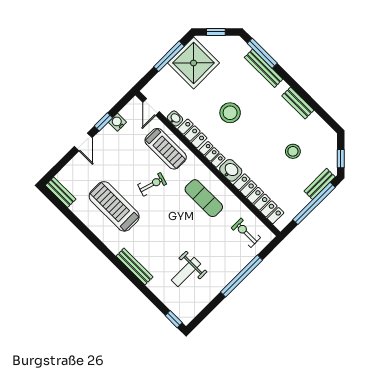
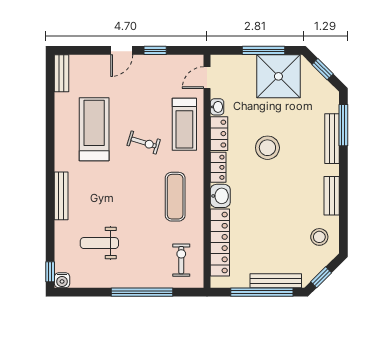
water cooler: (117, 122) -> (62, 280), moved, turned 180
stool: (293, 151) -> (319, 237), moved
bench: (320, 184) -> (276, 281), width x1.36

